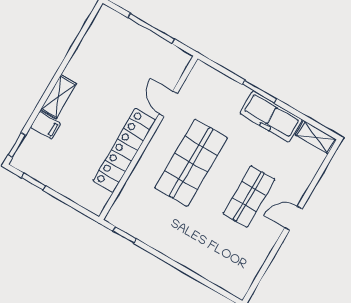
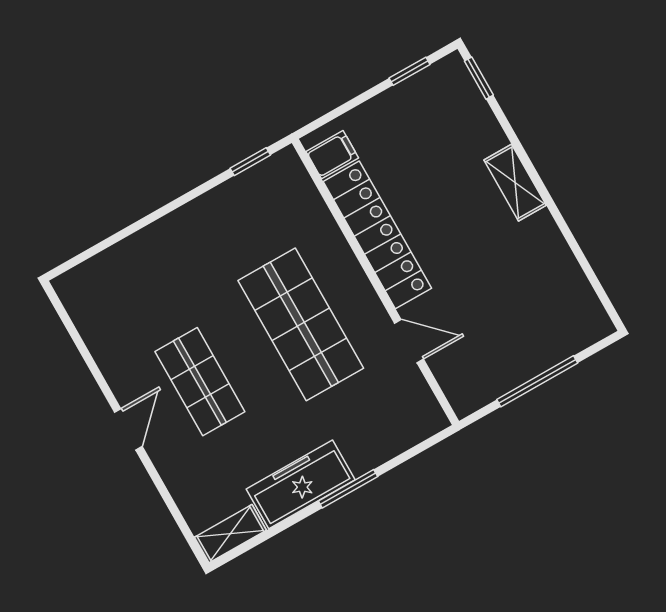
filing cabinet: (45, 125) -> (332, 155), moved, turned 180

